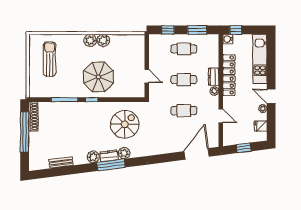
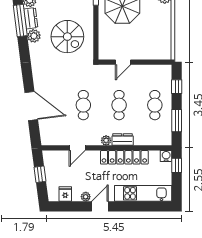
plant: (103, 40) -> (165, 12), removed
door: (197, 154) -> (31, 106), moved

